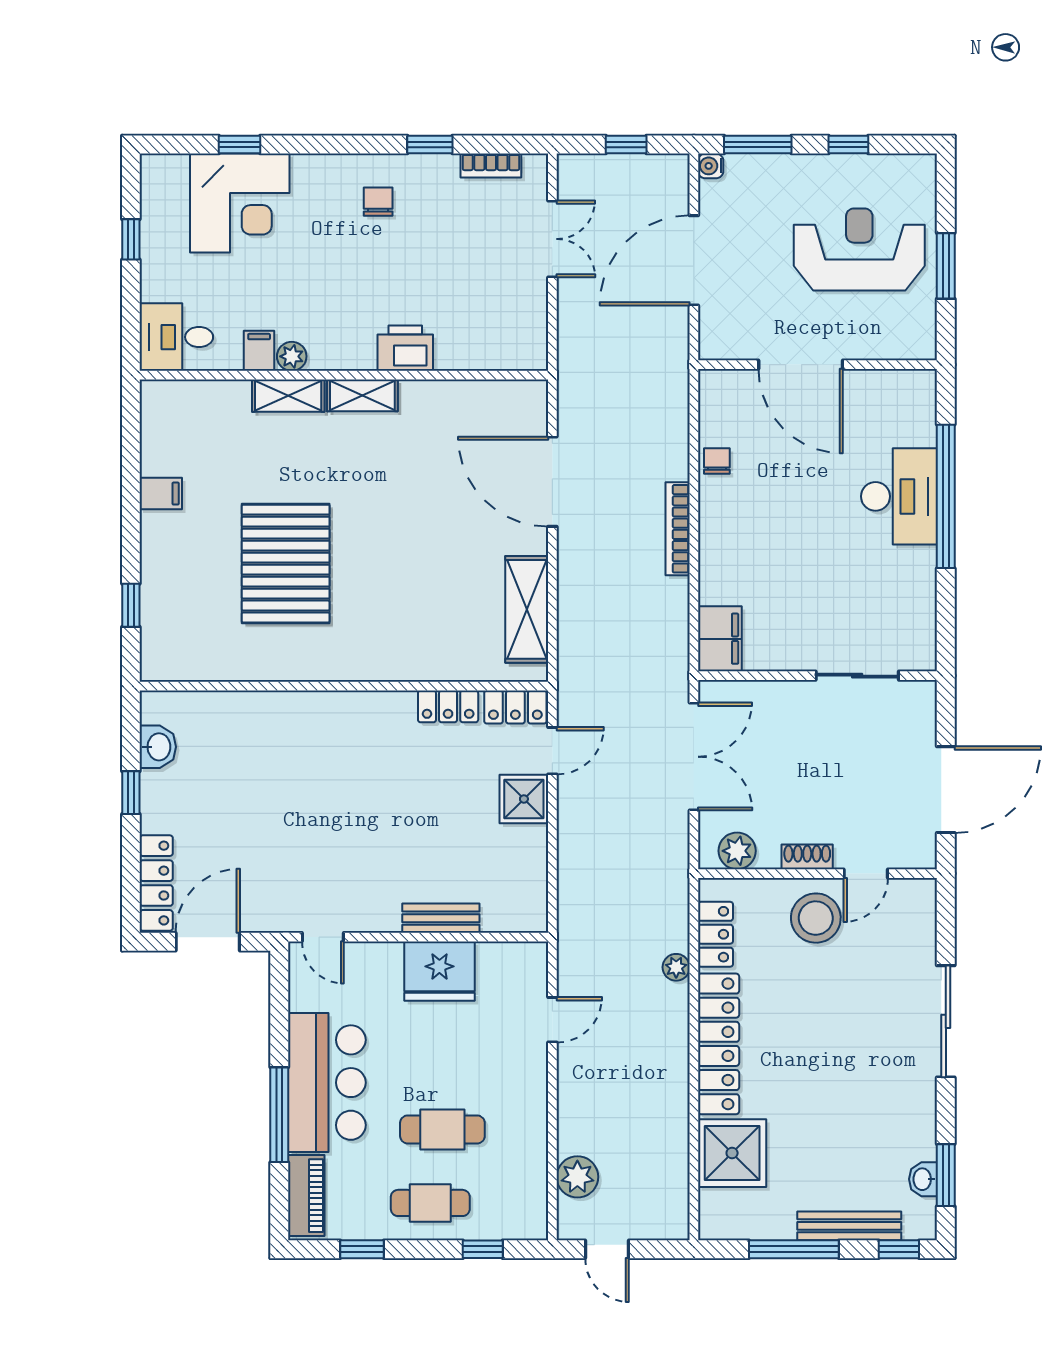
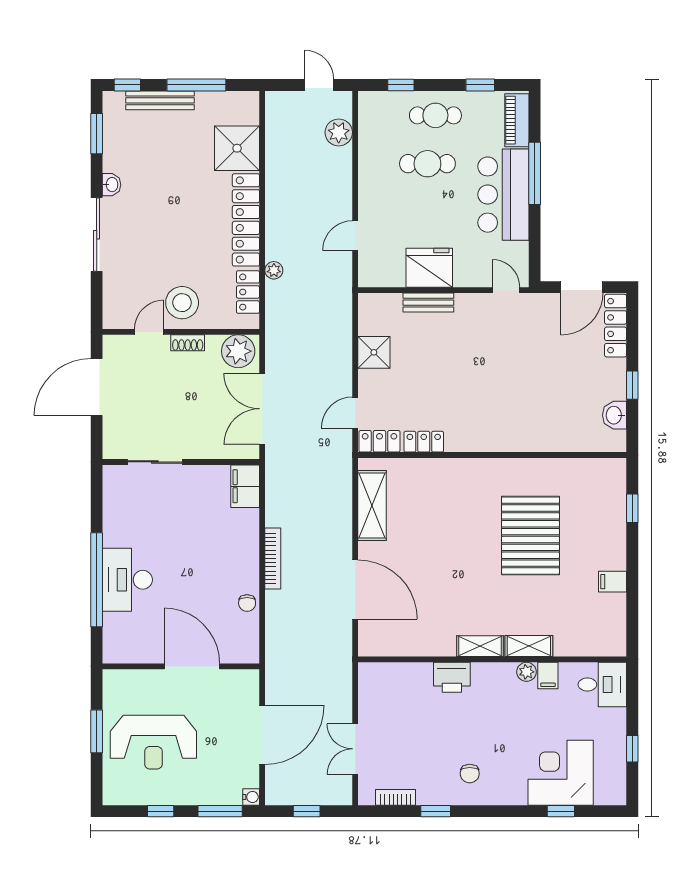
shower: (524, 799) -> (374, 352), moved
plant: (737, 851) -> (238, 351), width x1.36, depth x1.36
washbasin: (923, 1179) -> (112, 185), moved

